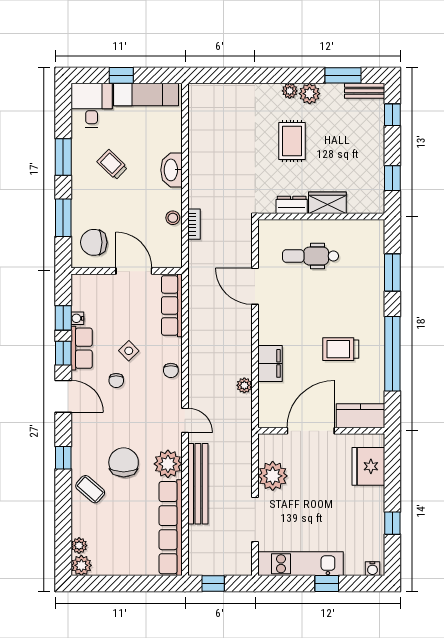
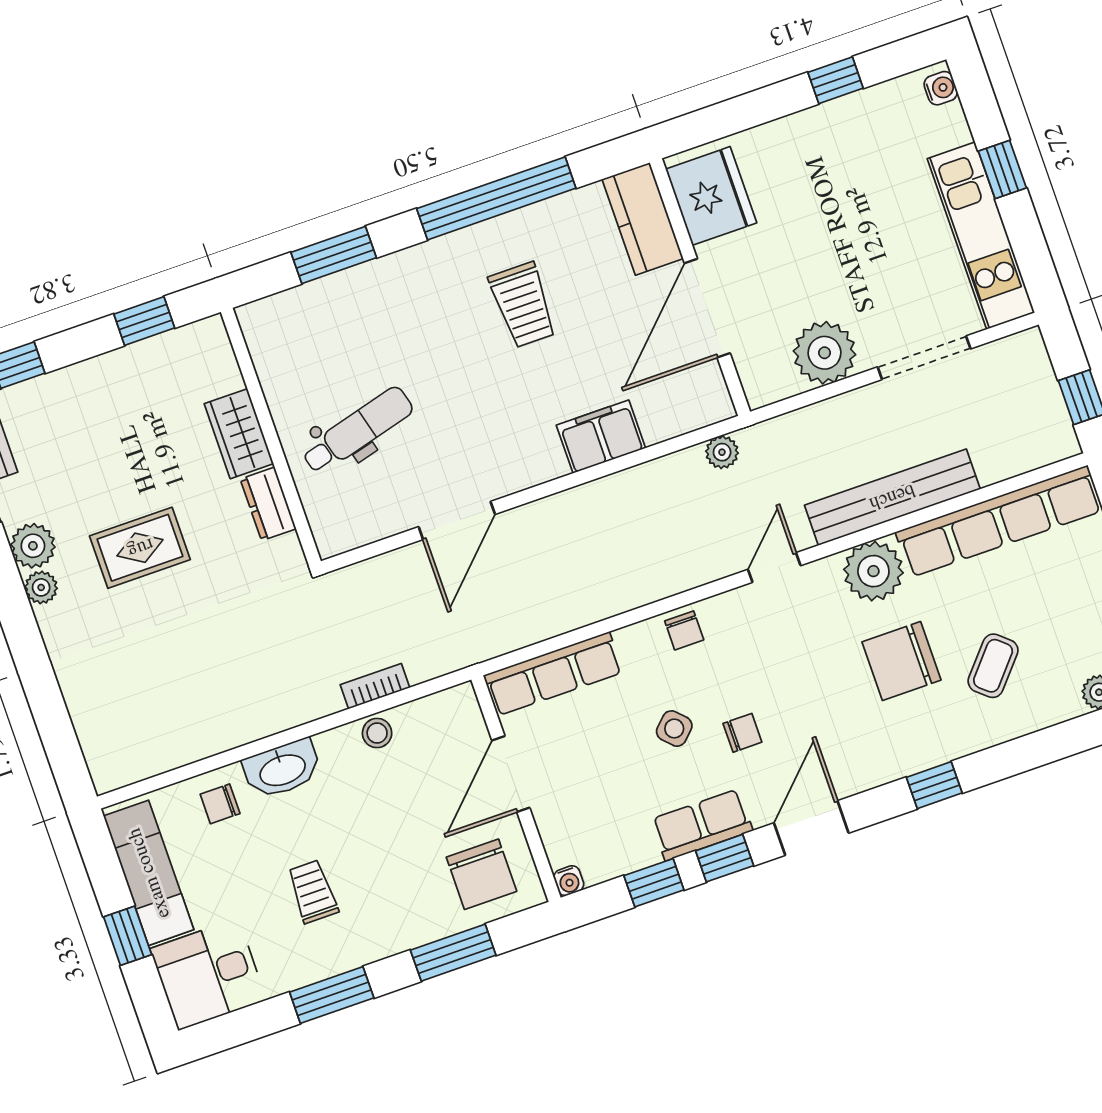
chair: (166, 137) -> (220, 804), added
trolley: (112, 165) -> (313, 892), turned 136
dental chair: (311, 256) -> (358, 430), turned -105
water cooler: (77, 318) -> (569, 881), moved
chair: (171, 370) -> (684, 630), turned 90
plant: (244, 385) -> (722, 452), moved
door: (311, 431) -> (707, 308), hinge flipped
fridge: (368, 466) -> (711, 196), moved, turned -90
coffee table: (90, 489) -> (993, 666), moved

